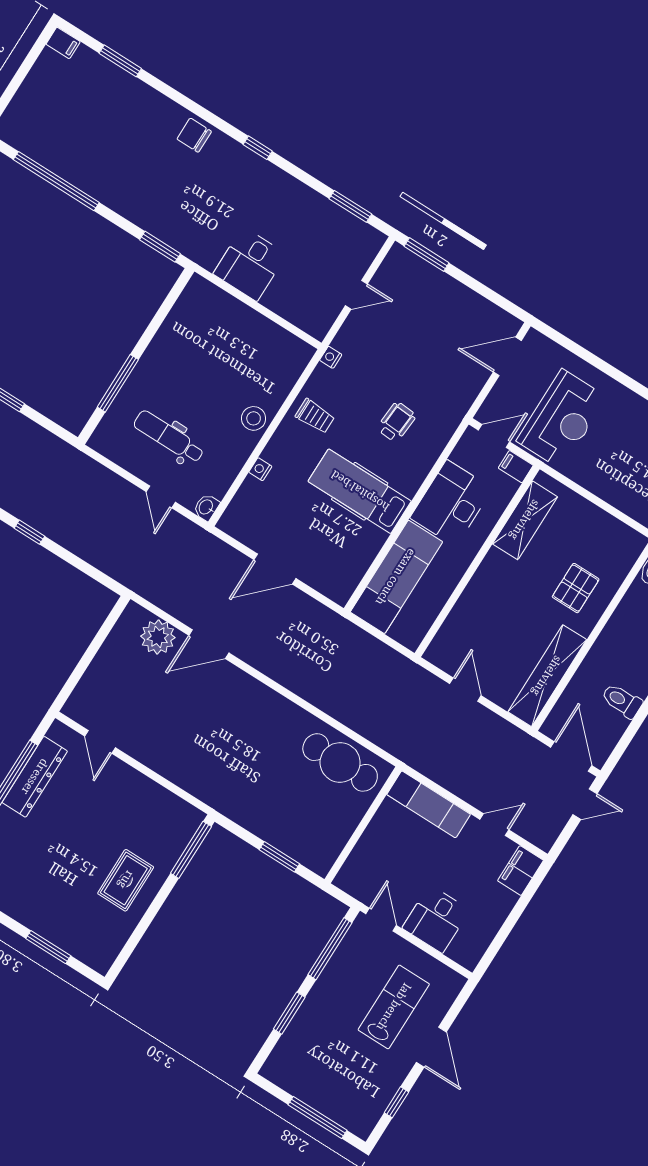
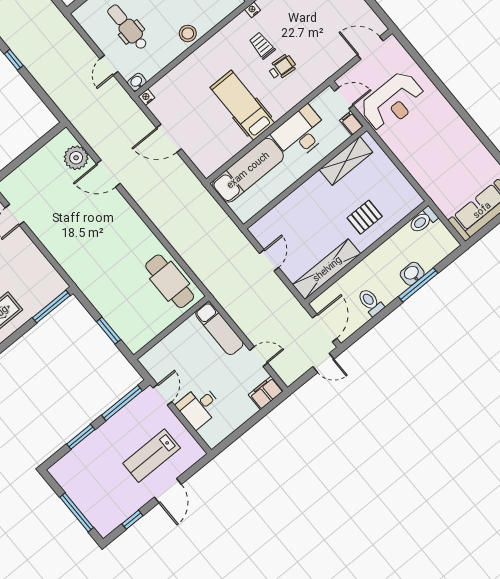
trolley: (315, 416) -> (262, 45), moved, turned 180
nightstand: (260, 469) -> (146, 97), moved
lab bench: (394, 1007) -> (152, 456), turned 180

